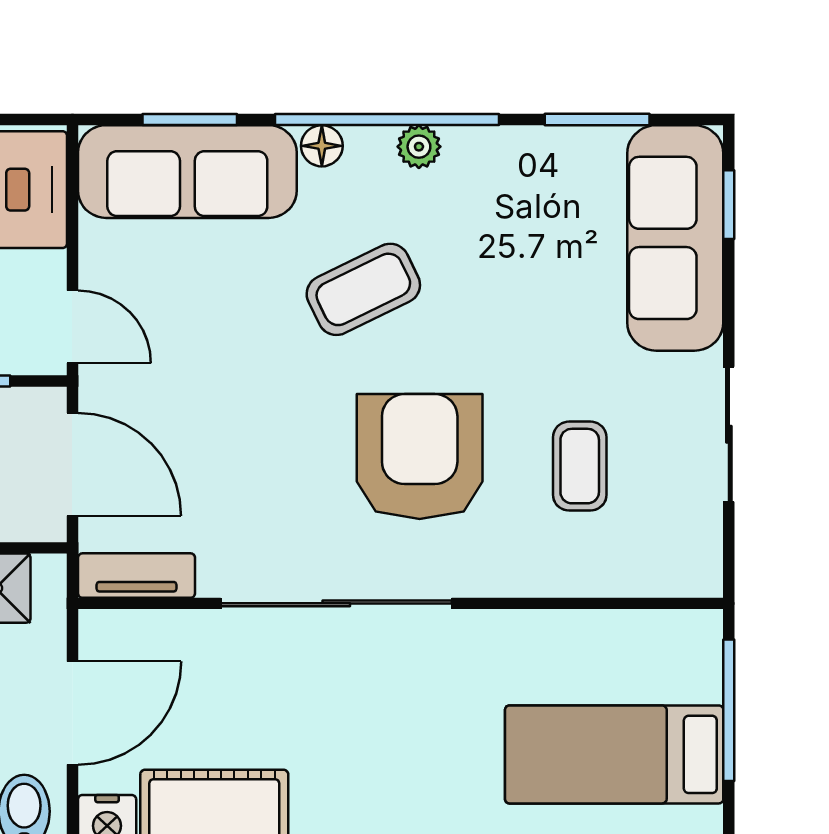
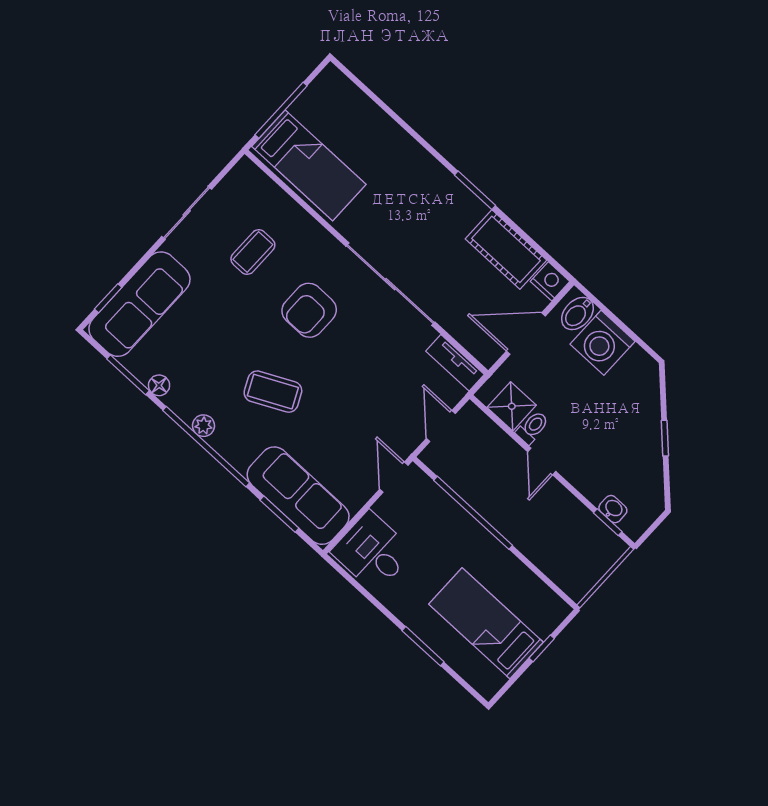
floor lamp: (322, 146) -> (159, 385), moved
armchair: (420, 457) -> (309, 310), width x0.73, depth x0.73
door: (72, 464) -> (441, 426), width x0.73
bed: (614, 754) -> (309, 165), moved

